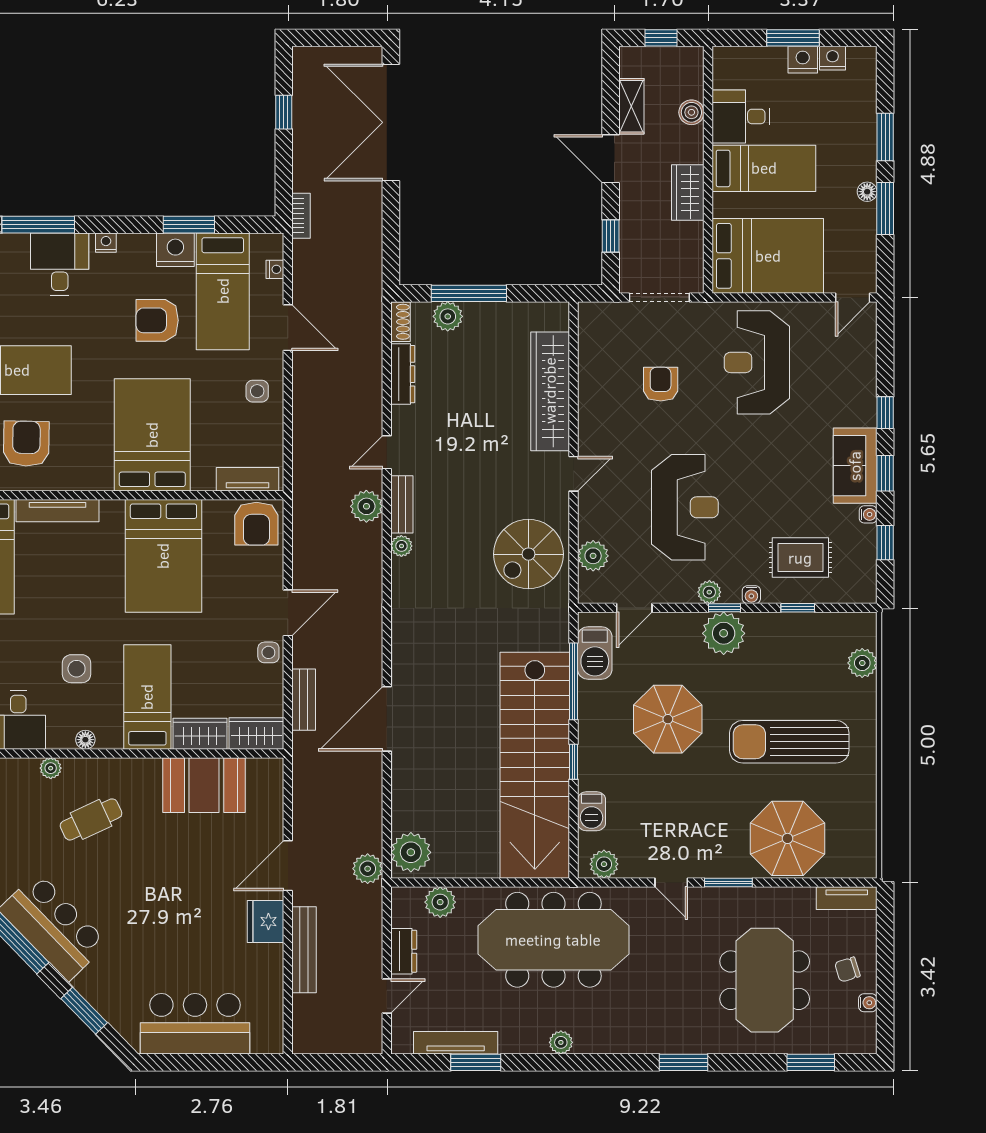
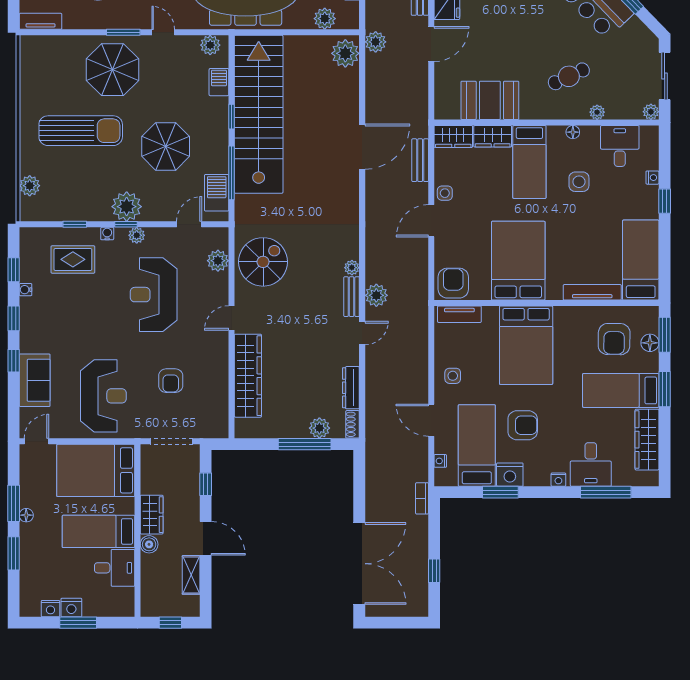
boiler: (691, 112) -> (149, 544), moved
sofa: (855, 466) -> (35, 380), moved
parasol: (787, 838) -> (112, 70), moved

